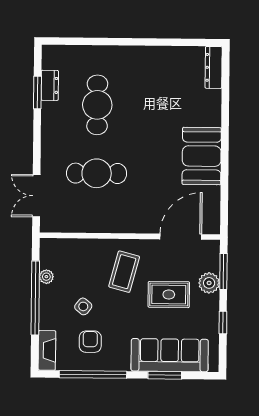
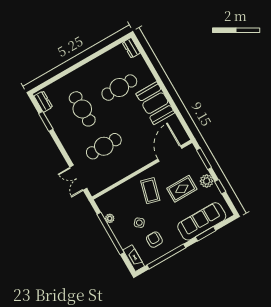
dresser: (214, 67) -> (131, 48), width x0.70
dresser: (50, 85) -> (43, 102), moved
cafe table: (165, 106) -> (119, 88), added
plant: (209, 283) -> (207, 181), moved

